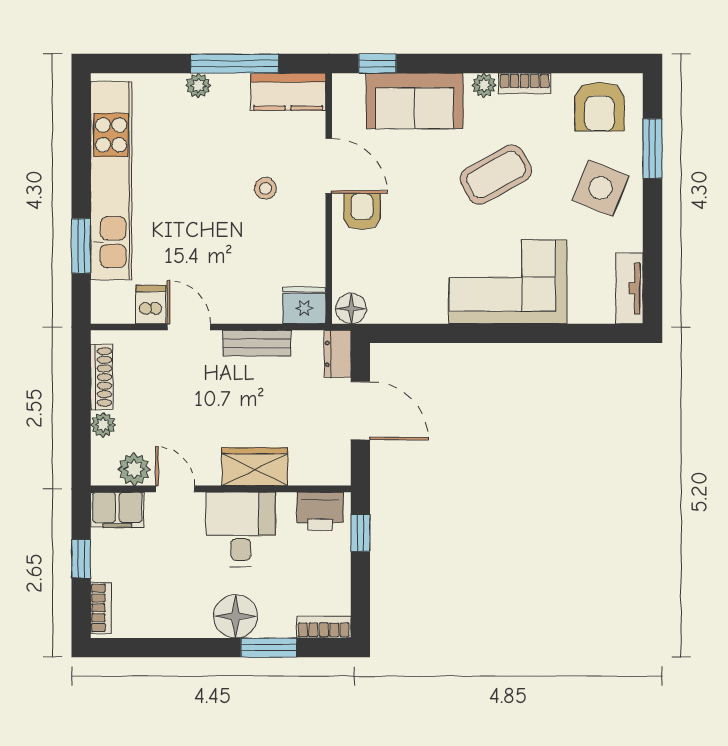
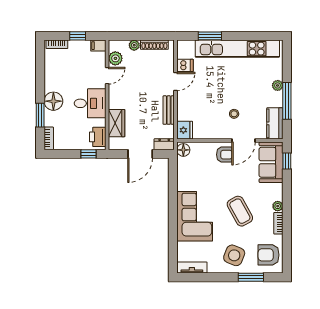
sofa: (415, 101) -> (271, 162), moved
wardrobe: (255, 467) -> (117, 123), moved
filing cabinet: (117, 510) -> (98, 46), width x0.50

